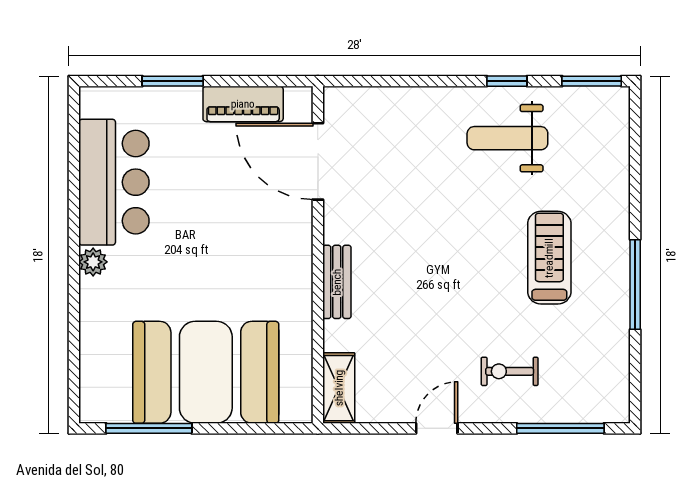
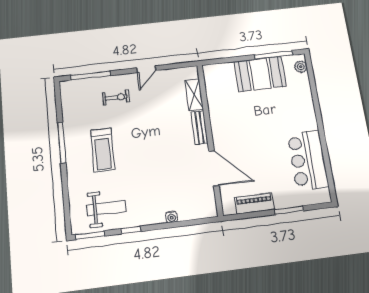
water cooler: (420, 97) -> (172, 217), added
weight bench: (507, 138) -> (106, 208), moved
door: (318, 161) -> (214, 168), moved
plant: (93, 262) -> (301, 67), moved
booth: (206, 372) -> (260, 74), width x0.73, depth x0.70
shelving: (339, 388) -> (194, 95), moved

